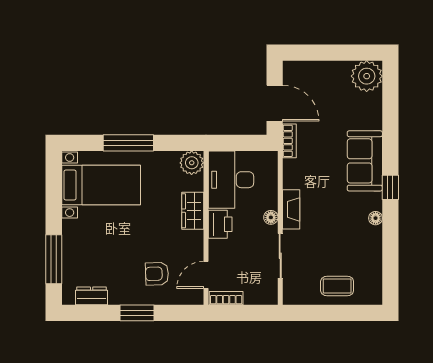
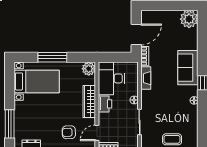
door: (275, 103) -> (136, 35), hinge flipped
fireplace: (291, 209) -> (146, 78), moved
wardrobe: (193, 211) -> (89, 102), width x1.50

